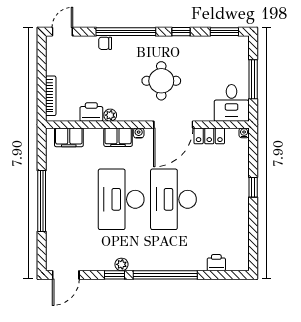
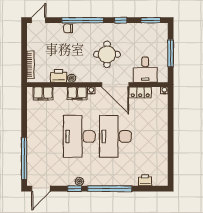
desk: (232, 103) -> (145, 70), moved
door: (173, 125) -> (115, 85), hinge flipped
window: (253, 187) -> (171, 128), removed
window: (42, 201) -> (24, 158), moved

